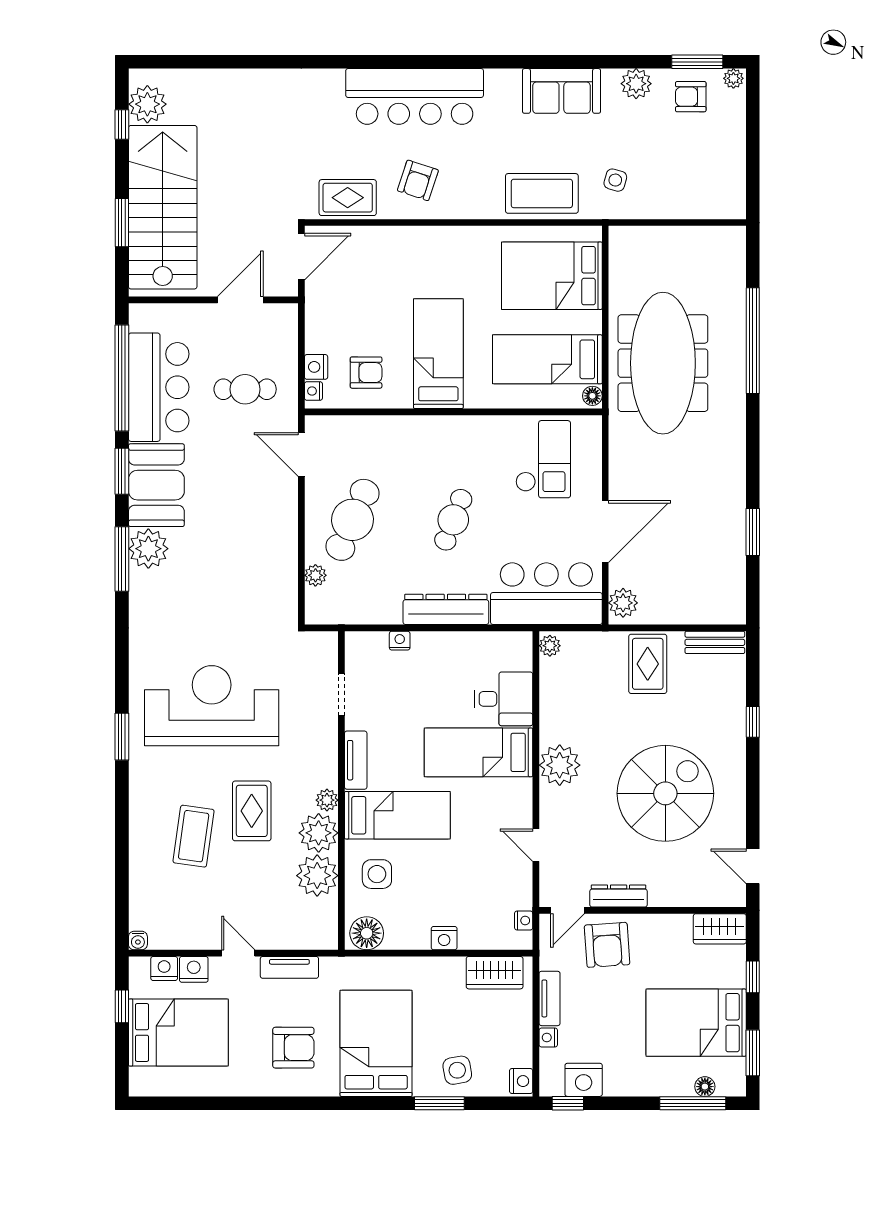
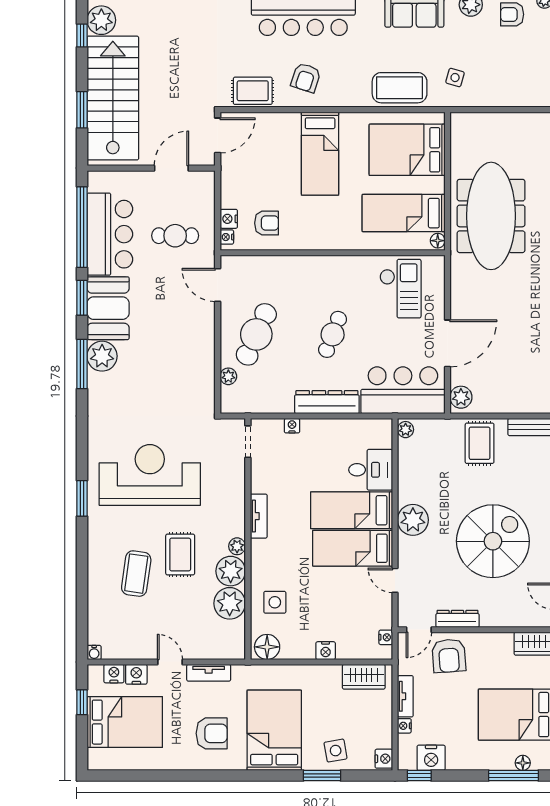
bed: (438, 354) -> (320, 154), moved, turned 180
doorway: (341, 695) -> (248, 442), moved
bed: (397, 815) -> (353, 548), moved, turned 180

